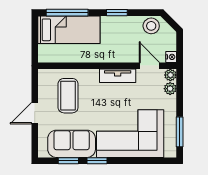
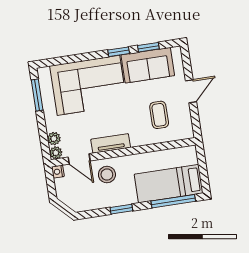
stool: (151, 26) -> (107, 174), moved
coffee table: (68, 96) -> (159, 115), width x0.73, depth x0.77

